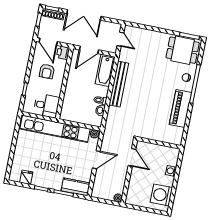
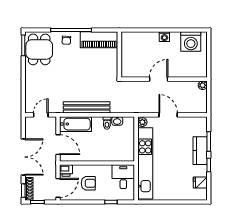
wall: (159, 143) -> (119, 55), moved
kitchen counter: (76, 187) -> (200, 151), moved

